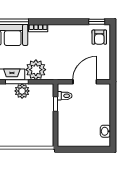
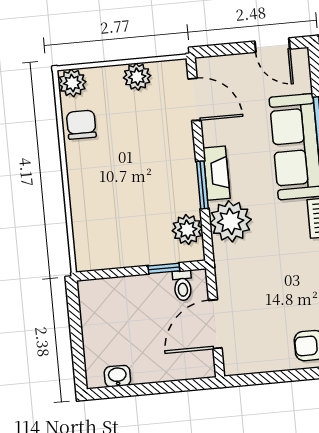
door: (85, 82) -> (215, 324), swing flipped
plant: (22, 91) -> (187, 230), moved

